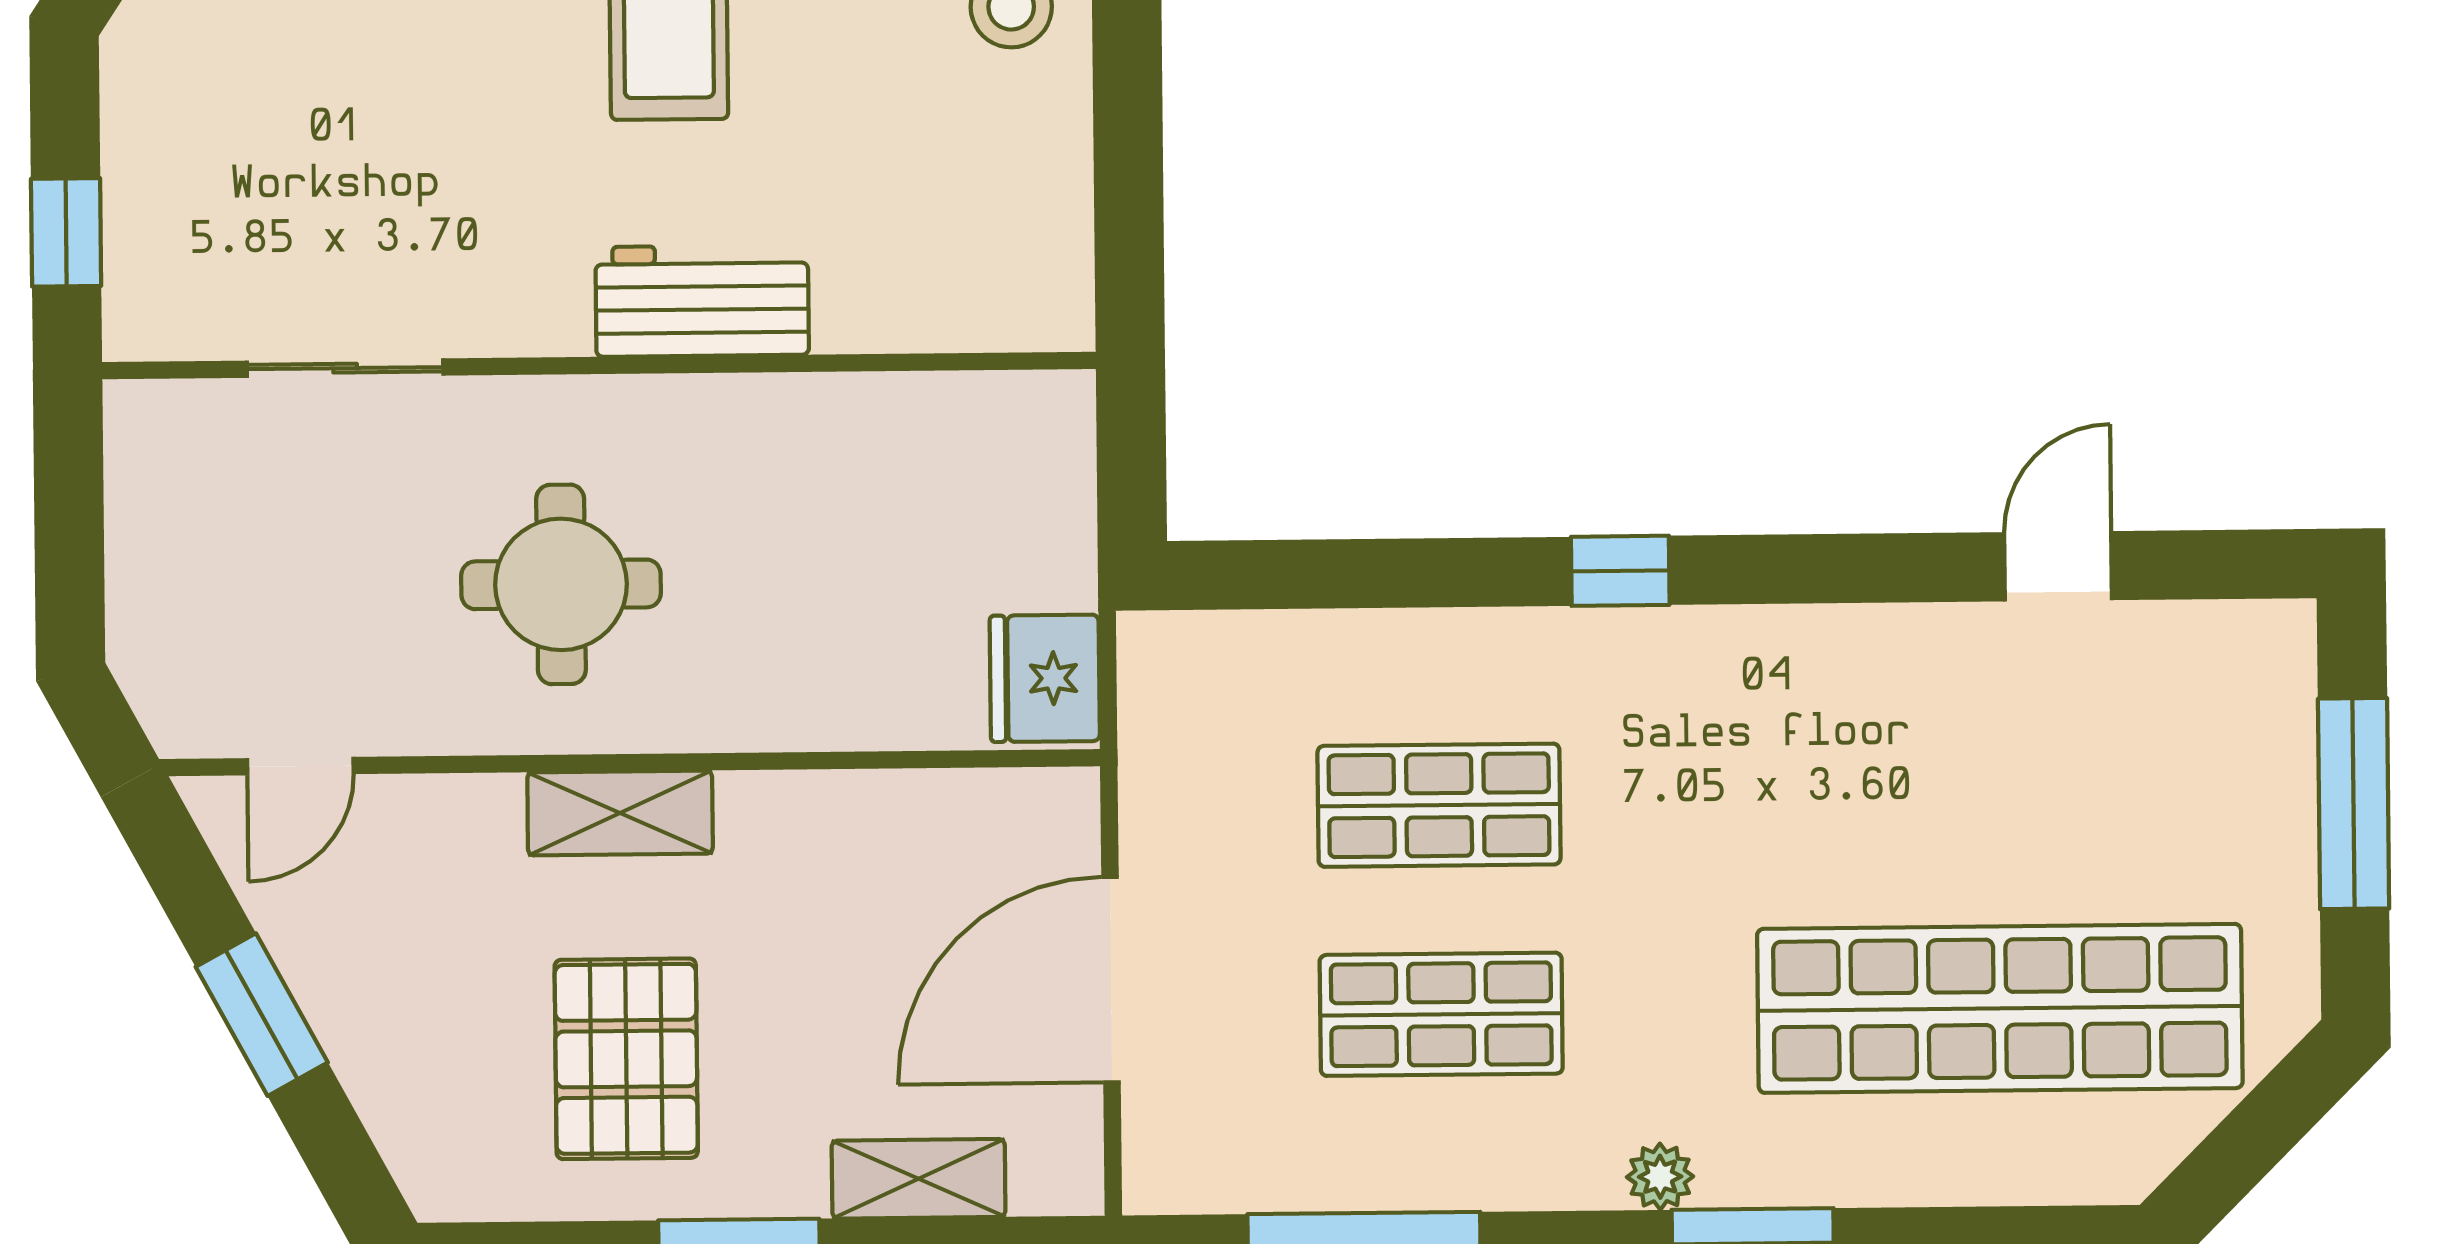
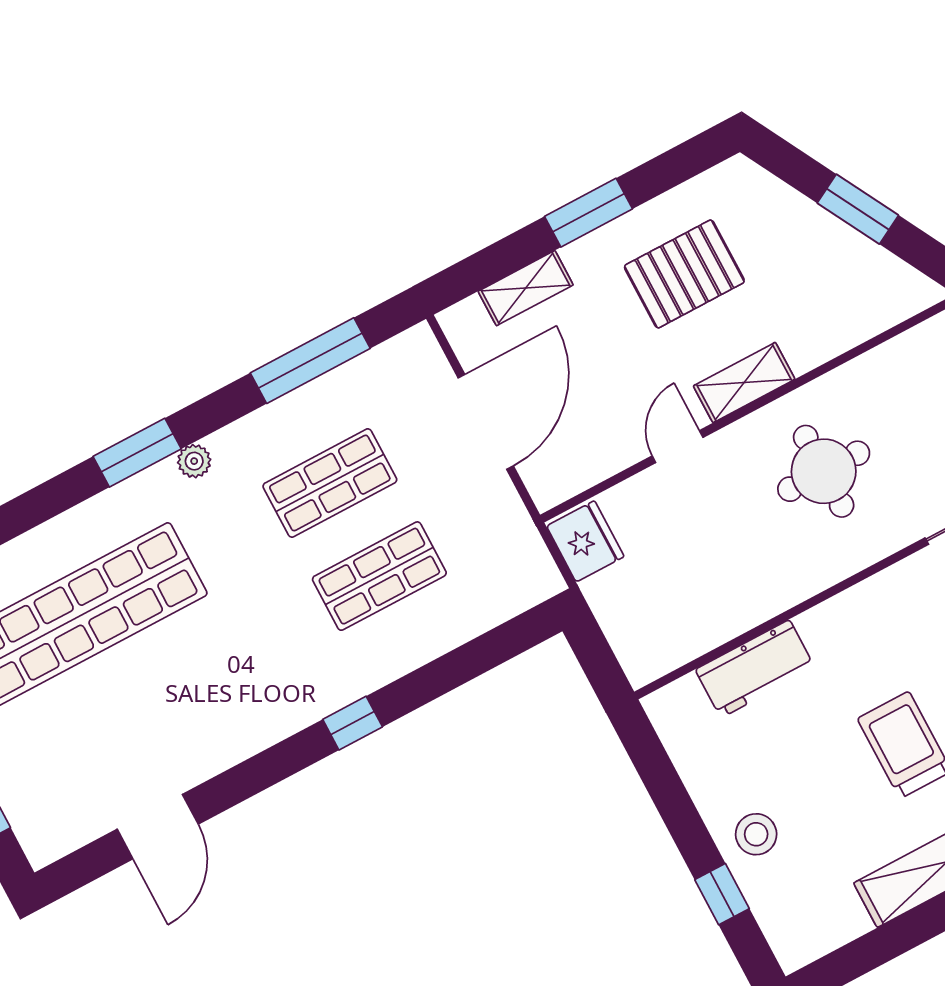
workbench: (702, 301) -> (755, 669), moved
door: (2058, 566) -> (158, 827), width x1.38
door: (300, 766) -> (678, 447), moved
pallet: (626, 1059) -> (684, 274), turned 90

